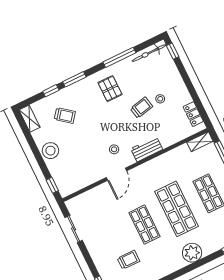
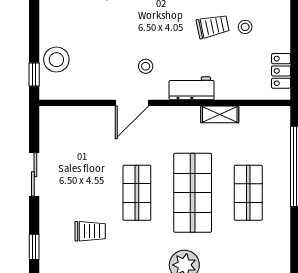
shelving: (200, 142) -> (220, 114), moved
stool: (50, 151) -> (56, 60), moved
sliding door: (74, 229) -> (34, 174), moved

